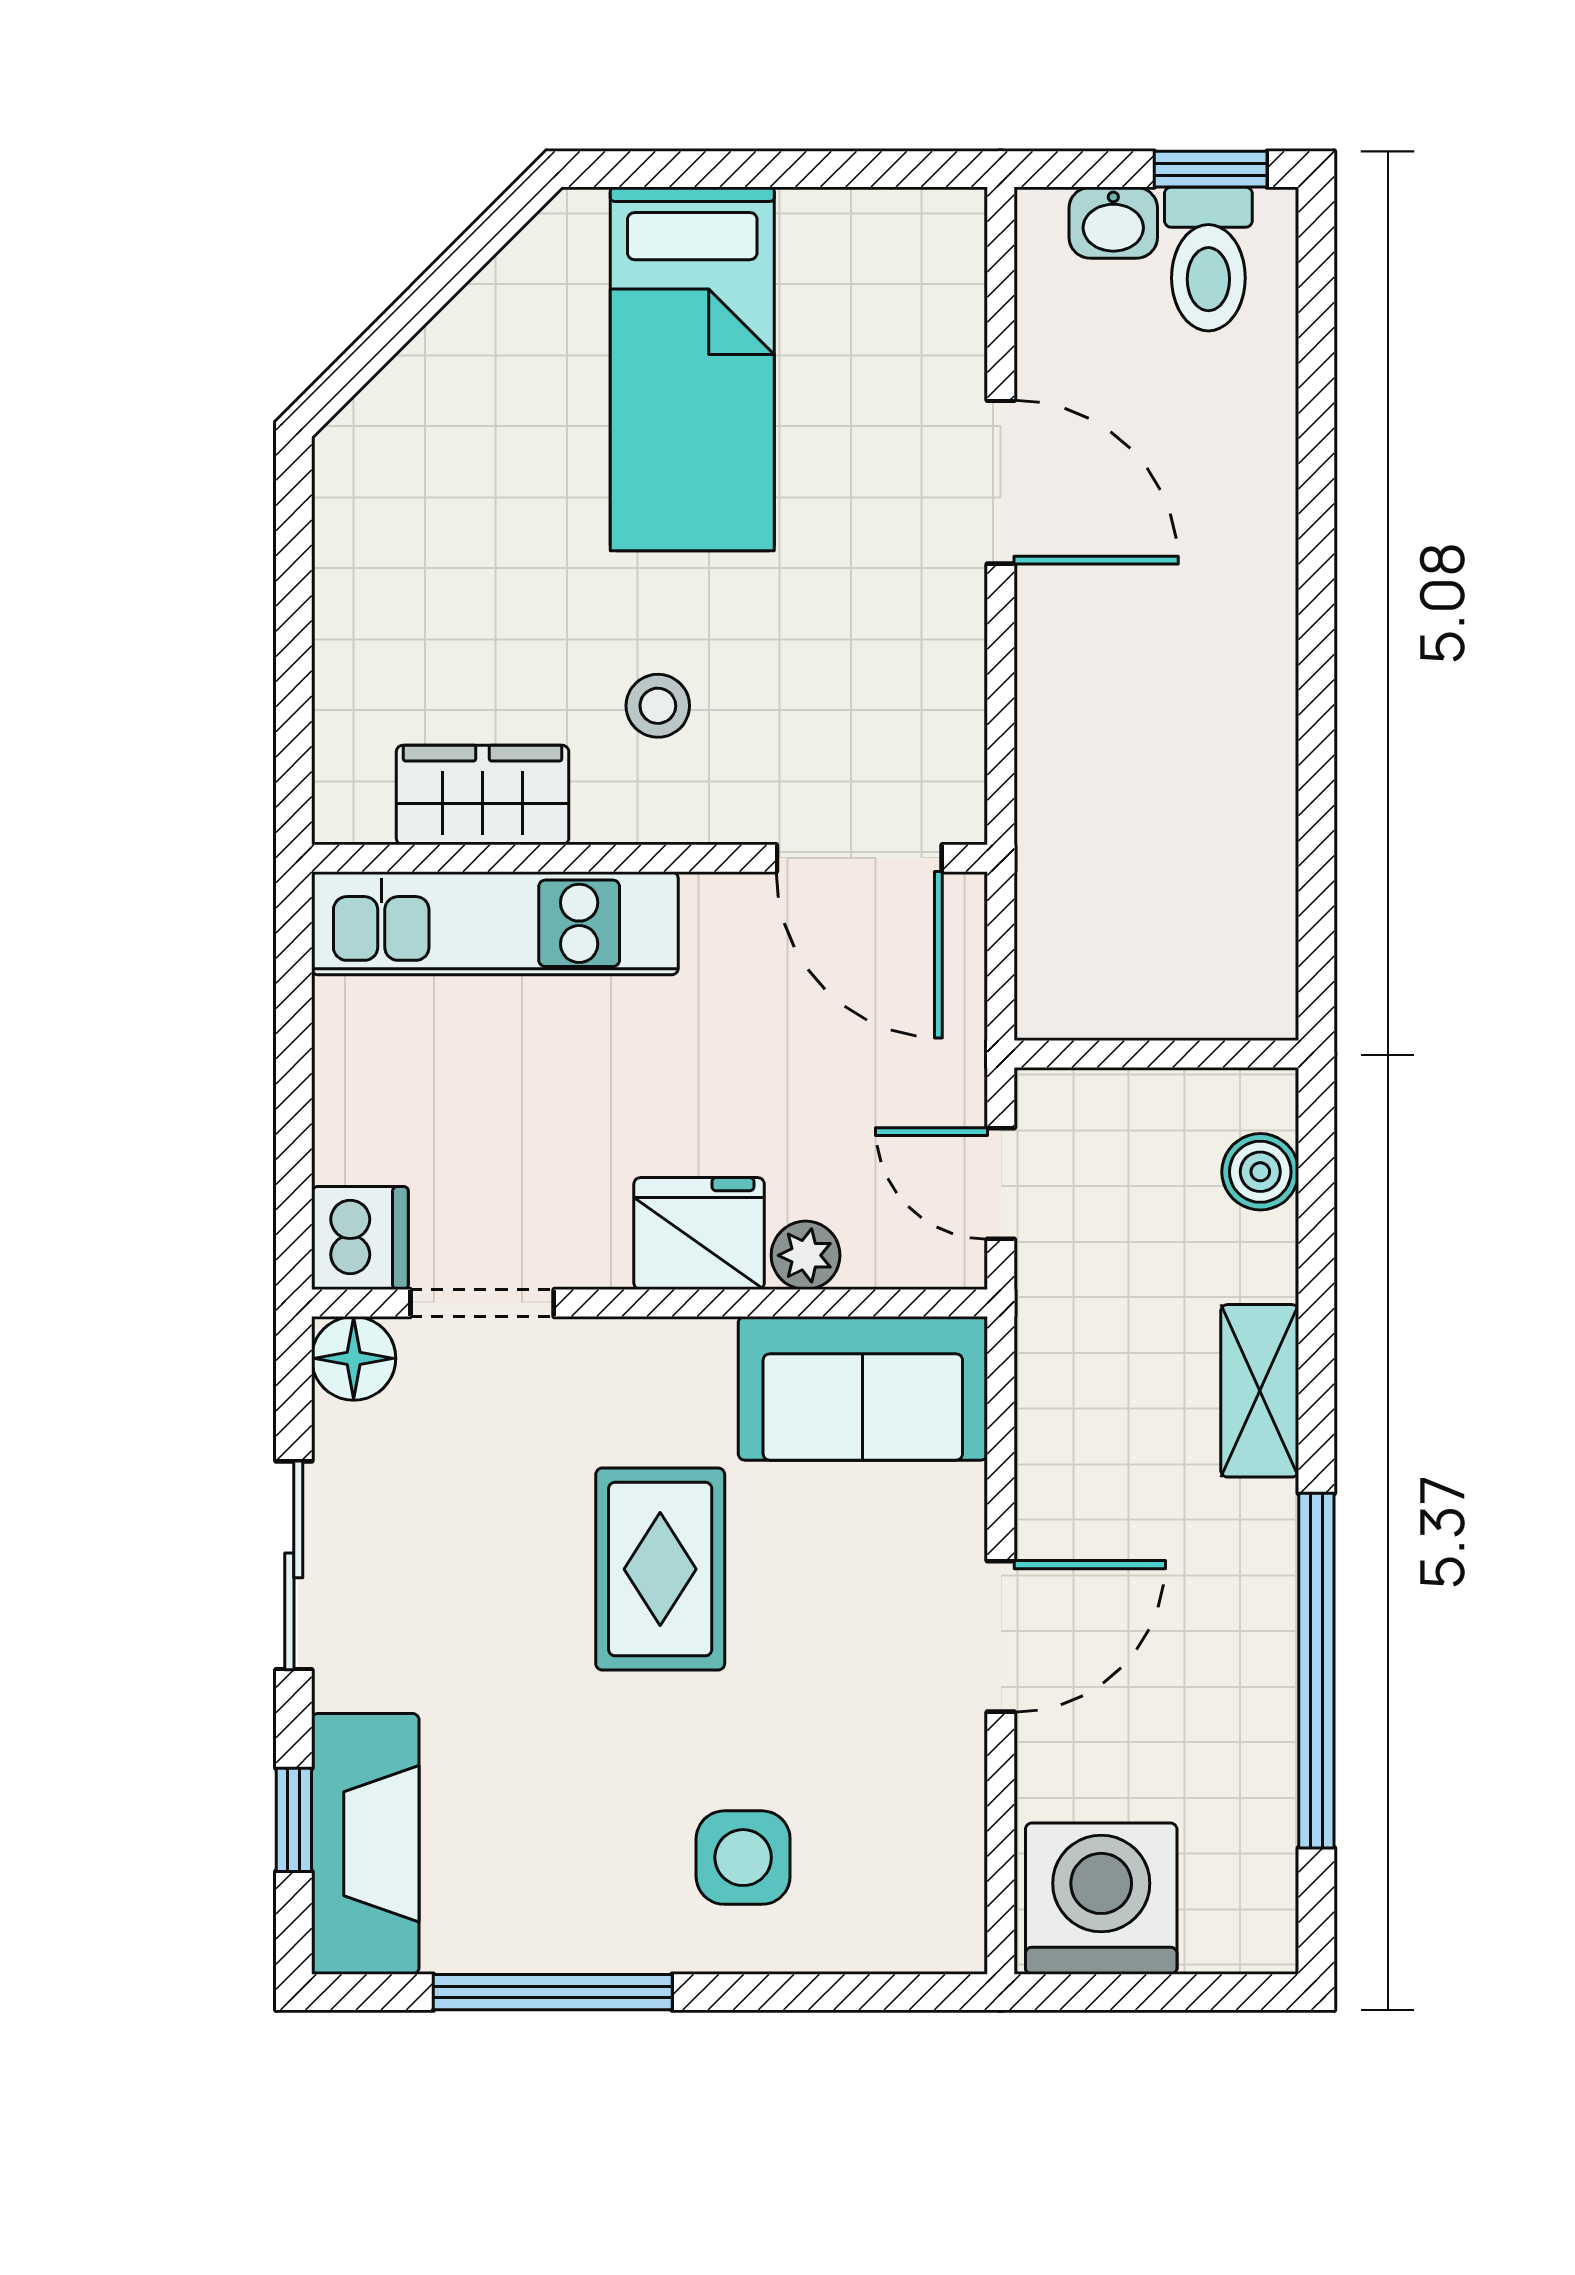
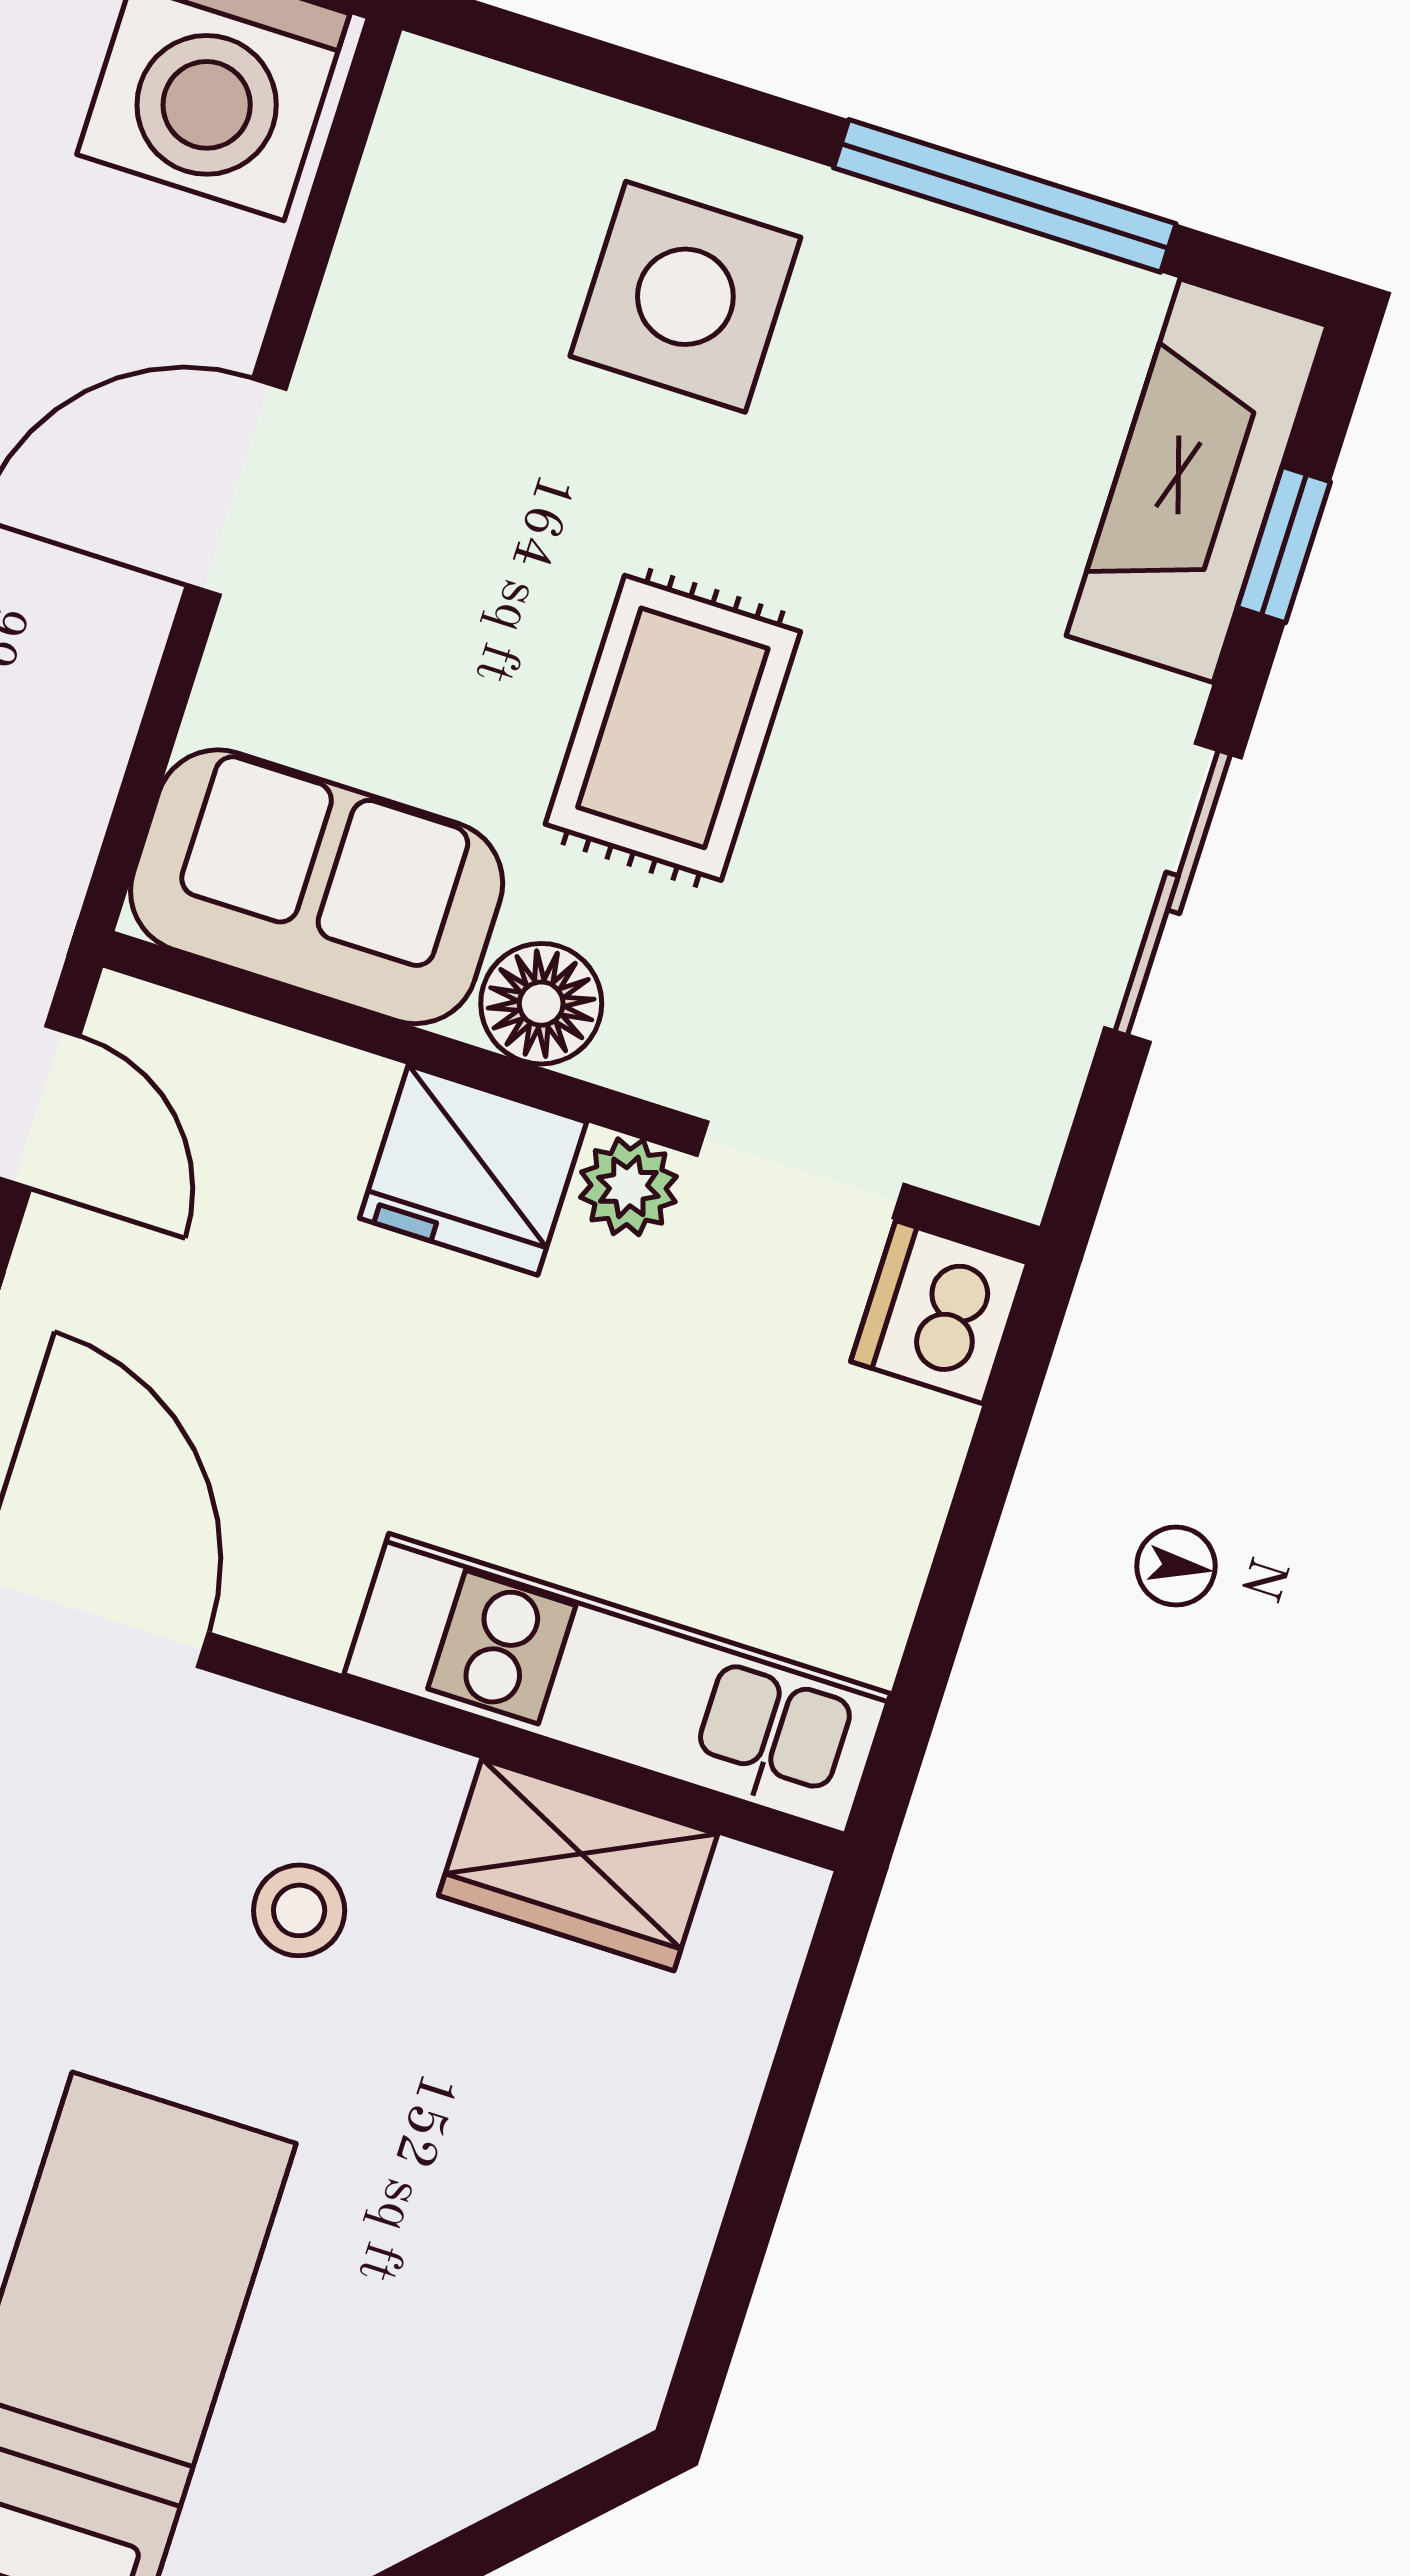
plant: (806, 1255) -> (628, 1187), moved
floor lamp: (354, 1358) -> (541, 1004), moved
side table: (743, 1858) -> (685, 297), width x1.37, depth x1.37

